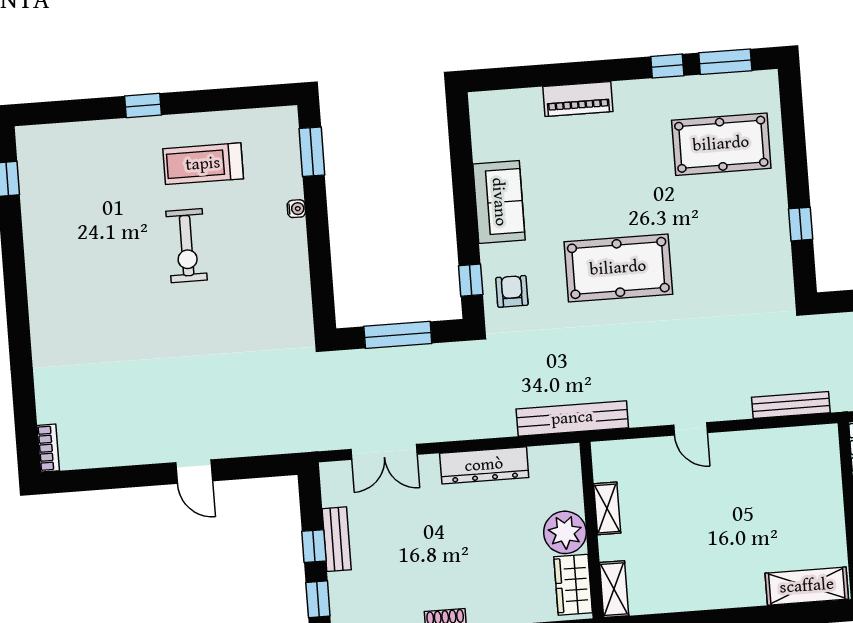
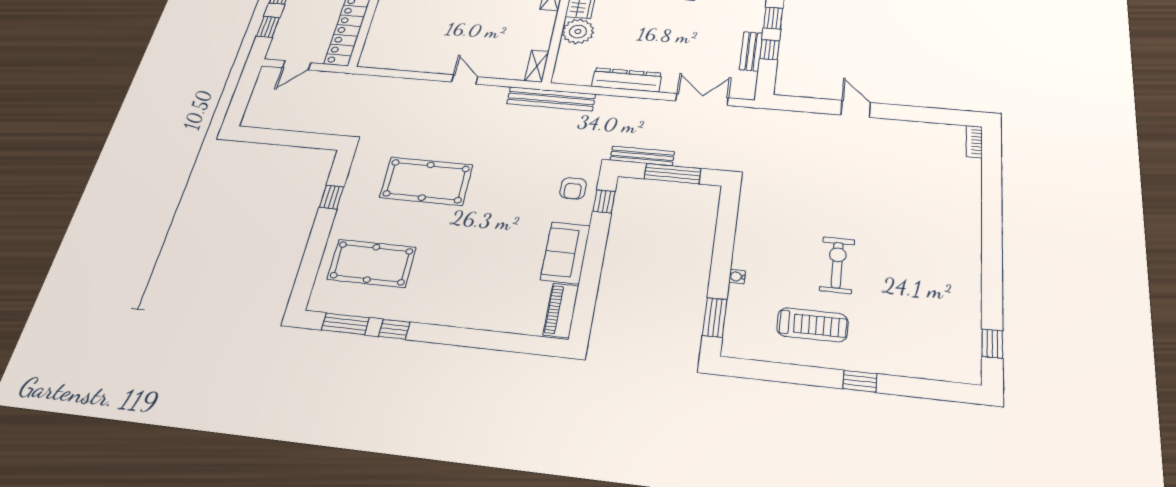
piano: (578, 99) -> (561, 310), moved, turned -90
pool table: (618, 268) -> (426, 181), moved
bench: (791, 405) -> (642, 156), moved
shelving: (607, 508) -> (537, 66), moved

